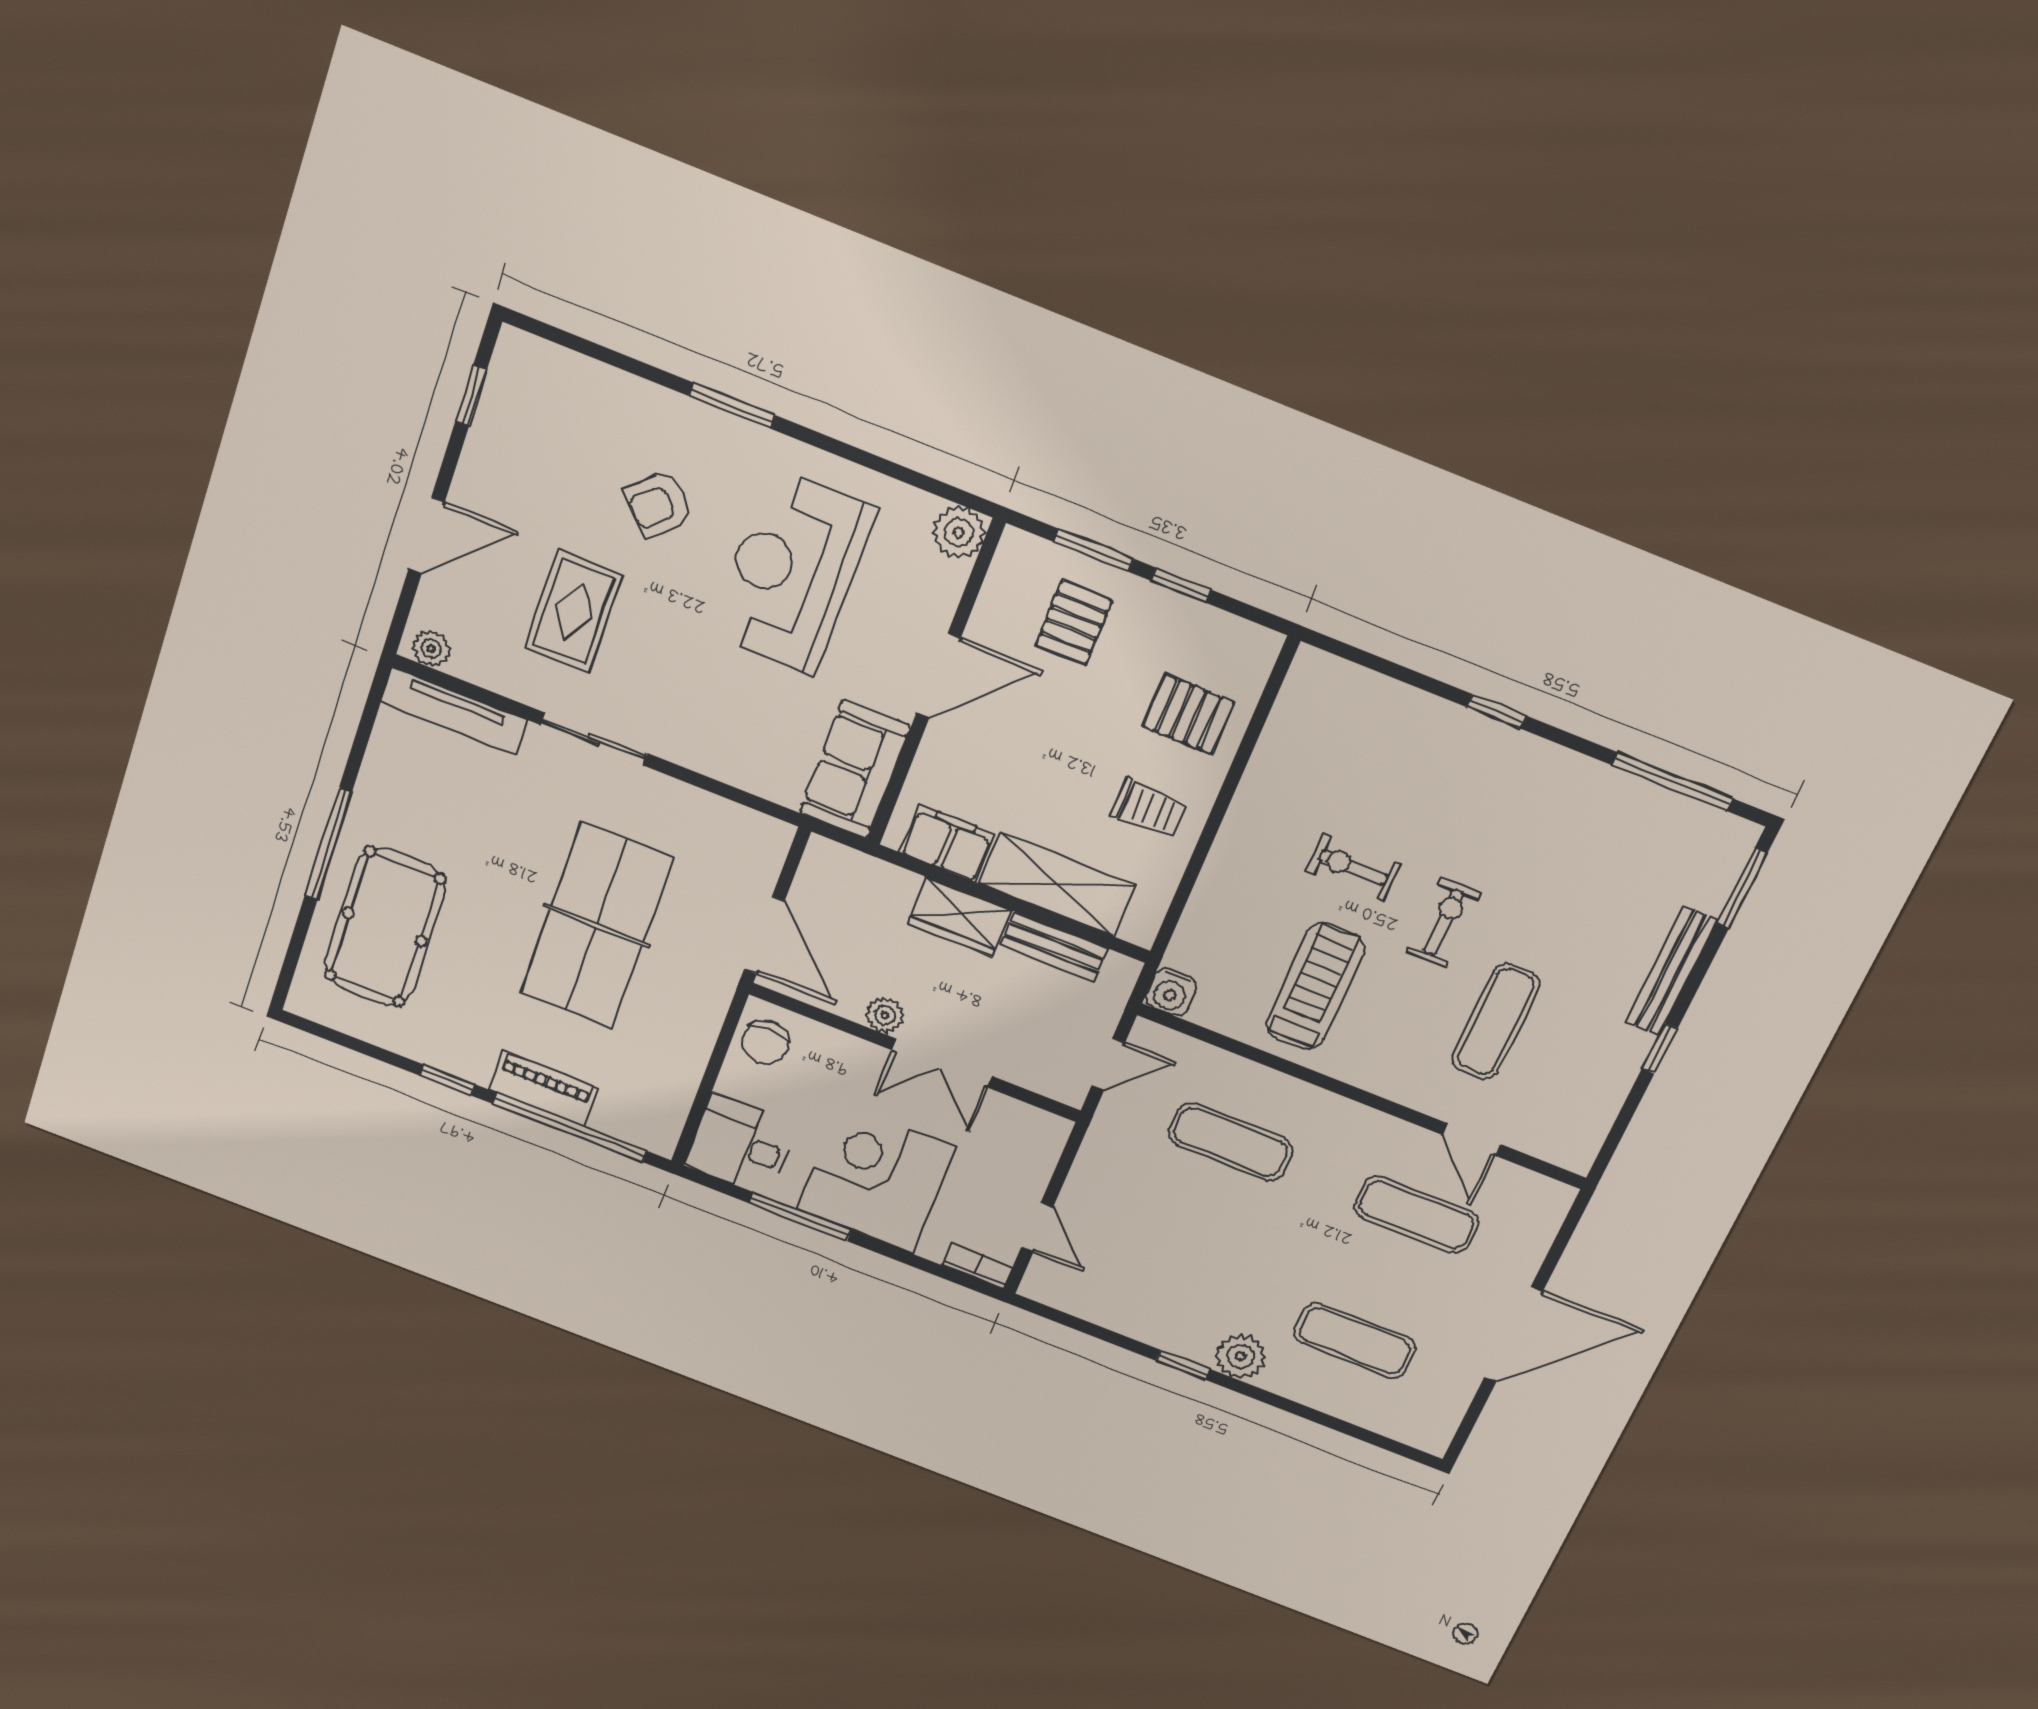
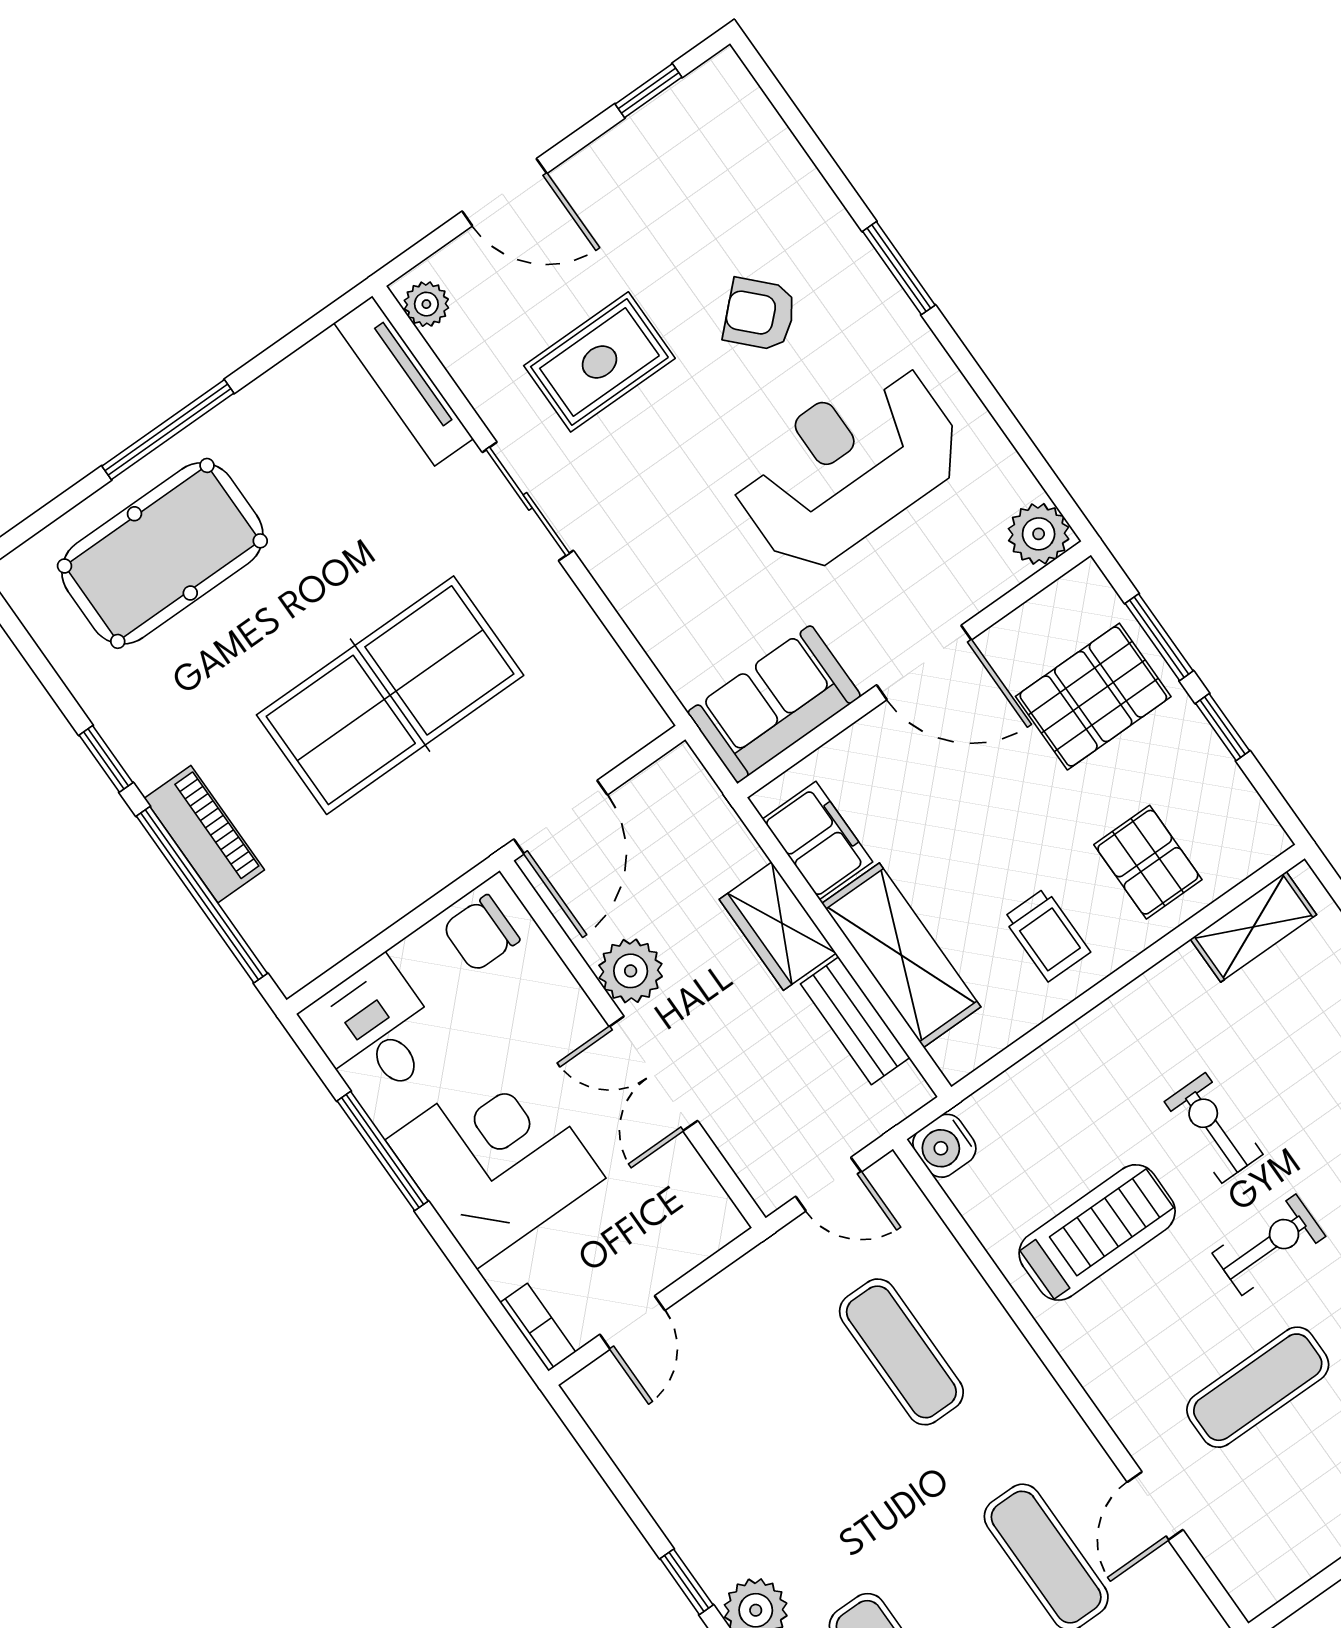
pallet: (1074, 623) -> (1093, 697), width x1.50, depth x1.42
shelving: (1294, 712) -> (1253, 927), added
plant: (885, 1015) -> (631, 971), width x1.38, depth x1.38

